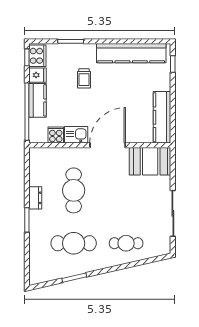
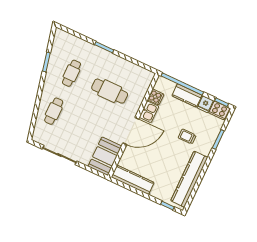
door: (108, 145) -> (131, 131), hinge flipped
dresser: (35, 198) -> (117, 61), removed
cafe table: (74, 243) -> (71, 73), width x0.73, depth x0.74

